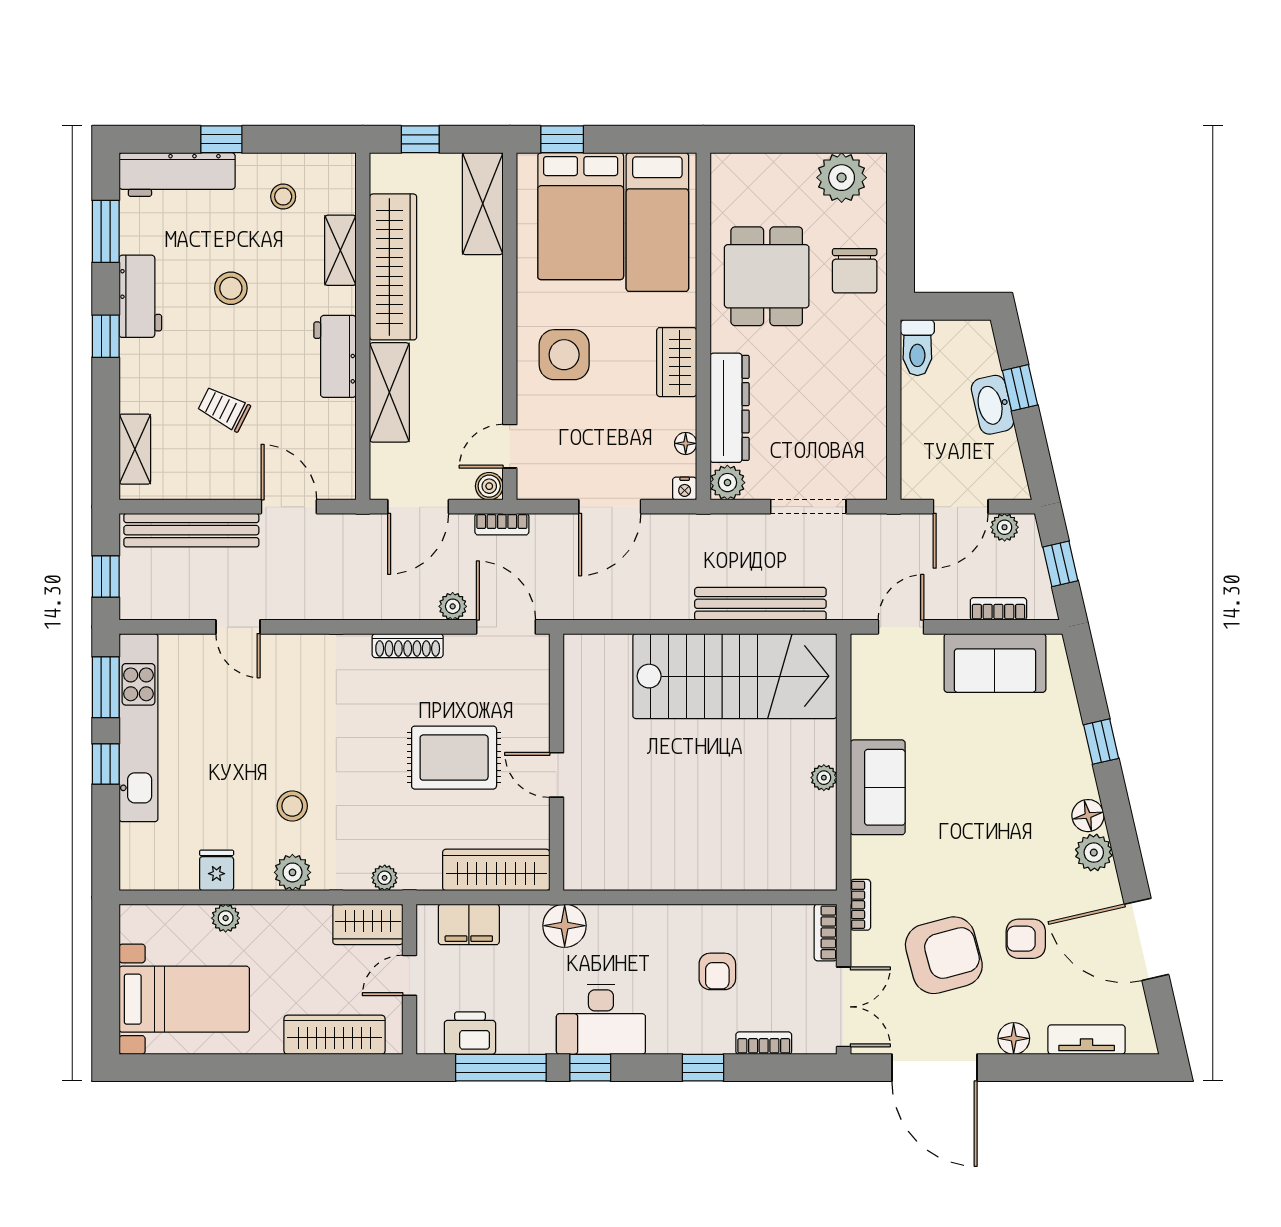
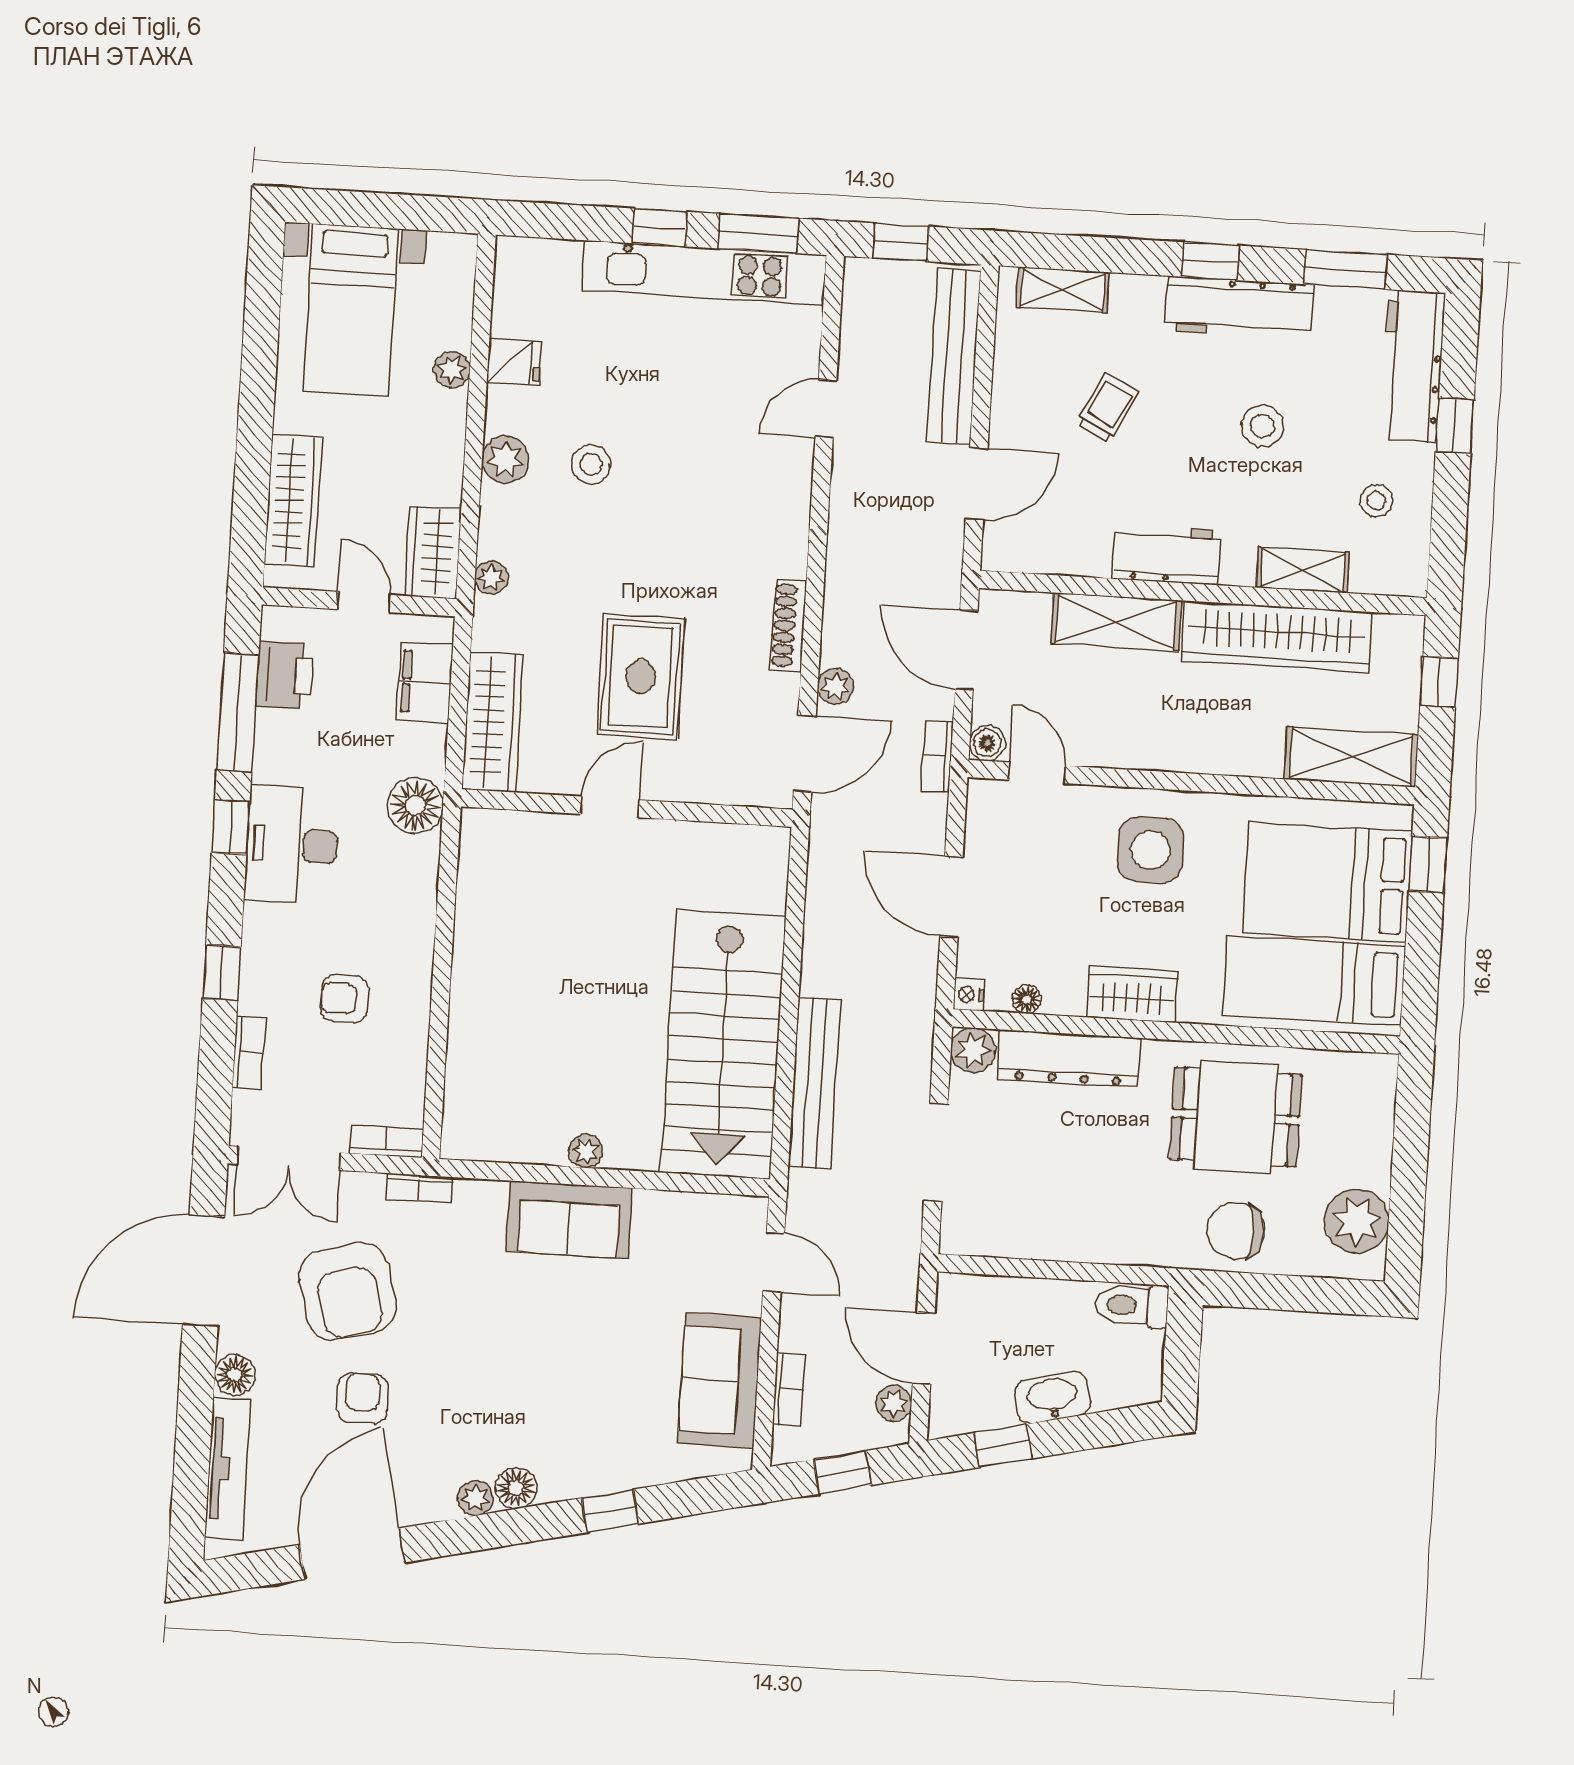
workbench: (140, 296) -> (1239, 308), width x1.38
window: (1020, 388) -> (1003, 1446), moved
plant: (1094, 853) -> (475, 1498), width x0.73, depth x0.73
tv unit: (1087, 1040) -> (228, 1469), width x1.41

